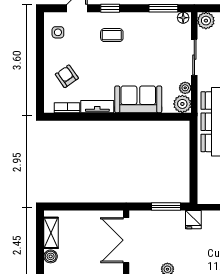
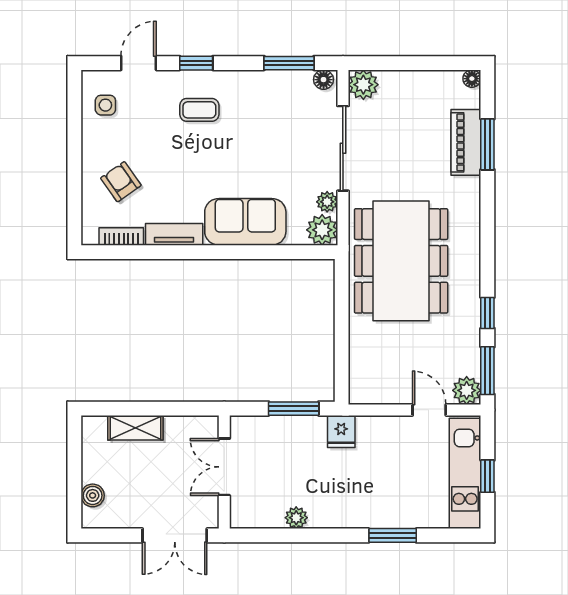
sliding door: (194, 57) -> (343, 148), width x1.37
shelving: (51, 233) -> (135, 428), moved, turned 90
double door: (126, 240) -> (224, 467), width x0.73

